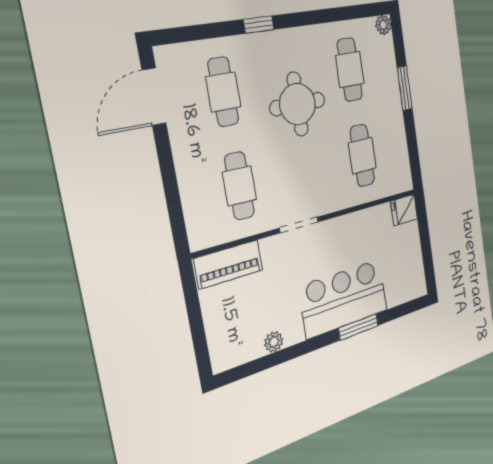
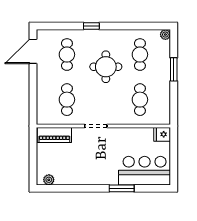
bar counter: (344, 299) -> (145, 171), moved
plant: (274, 342) -> (49, 180), moved

